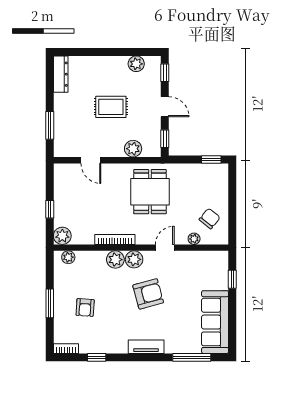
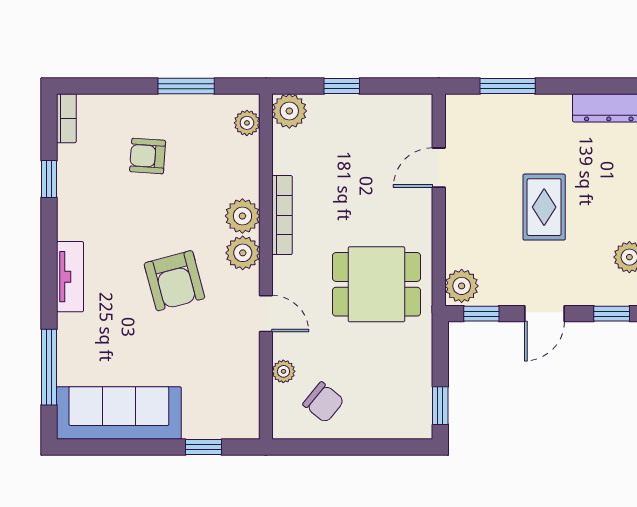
plant: (133, 149) -> (462, 286), moved
window: (50, 303) -> (186, 86), moved

